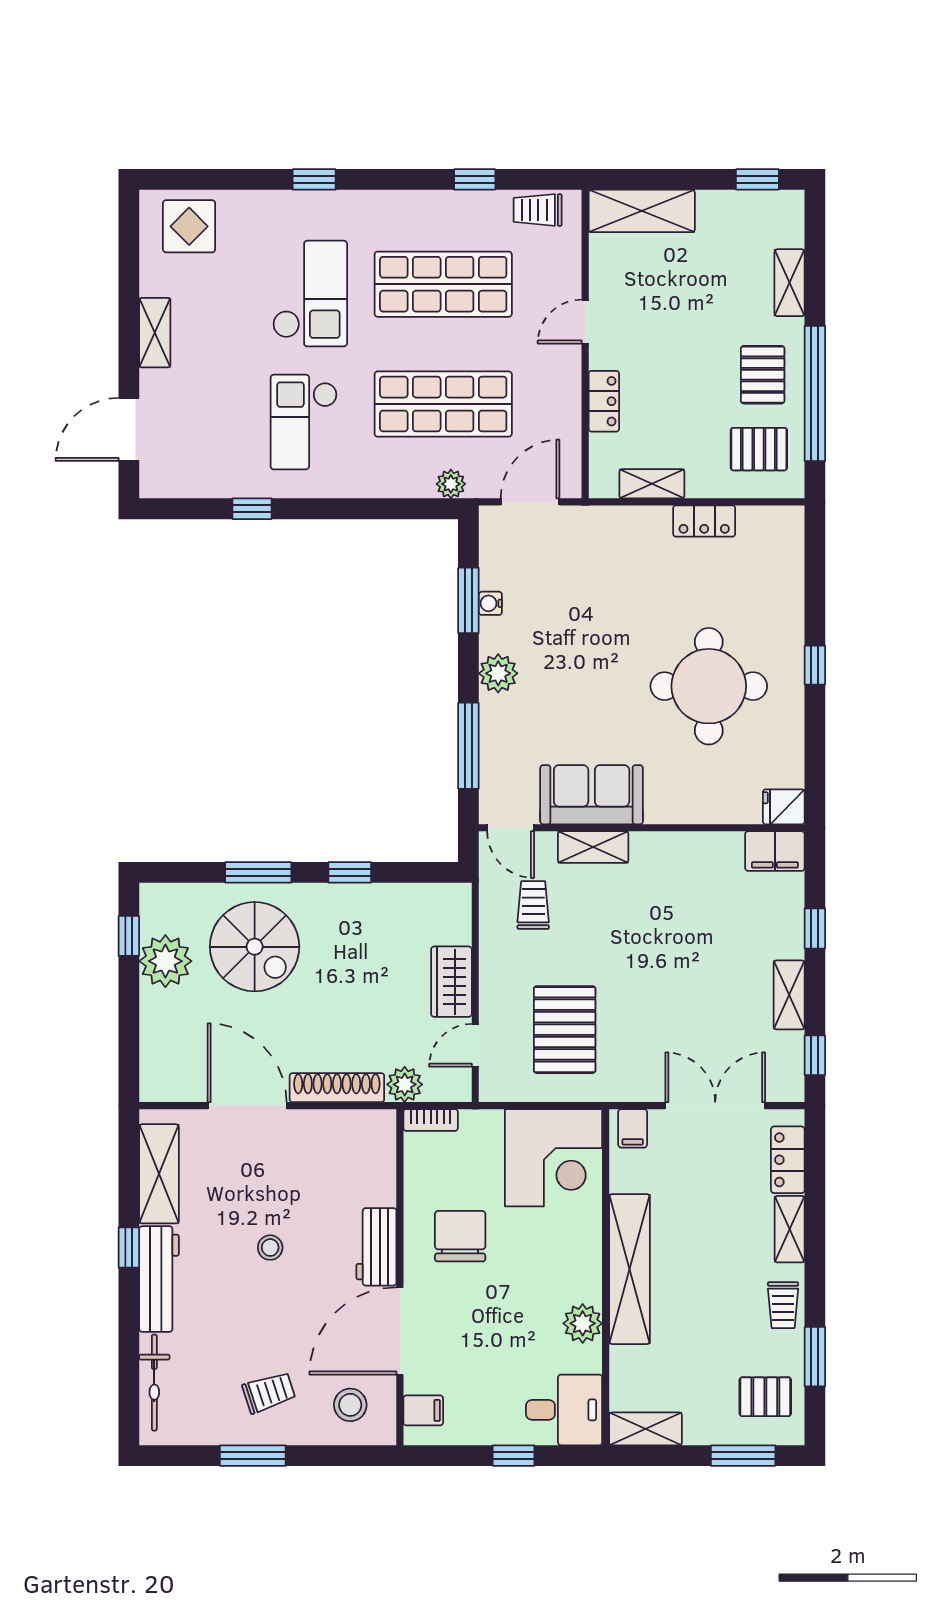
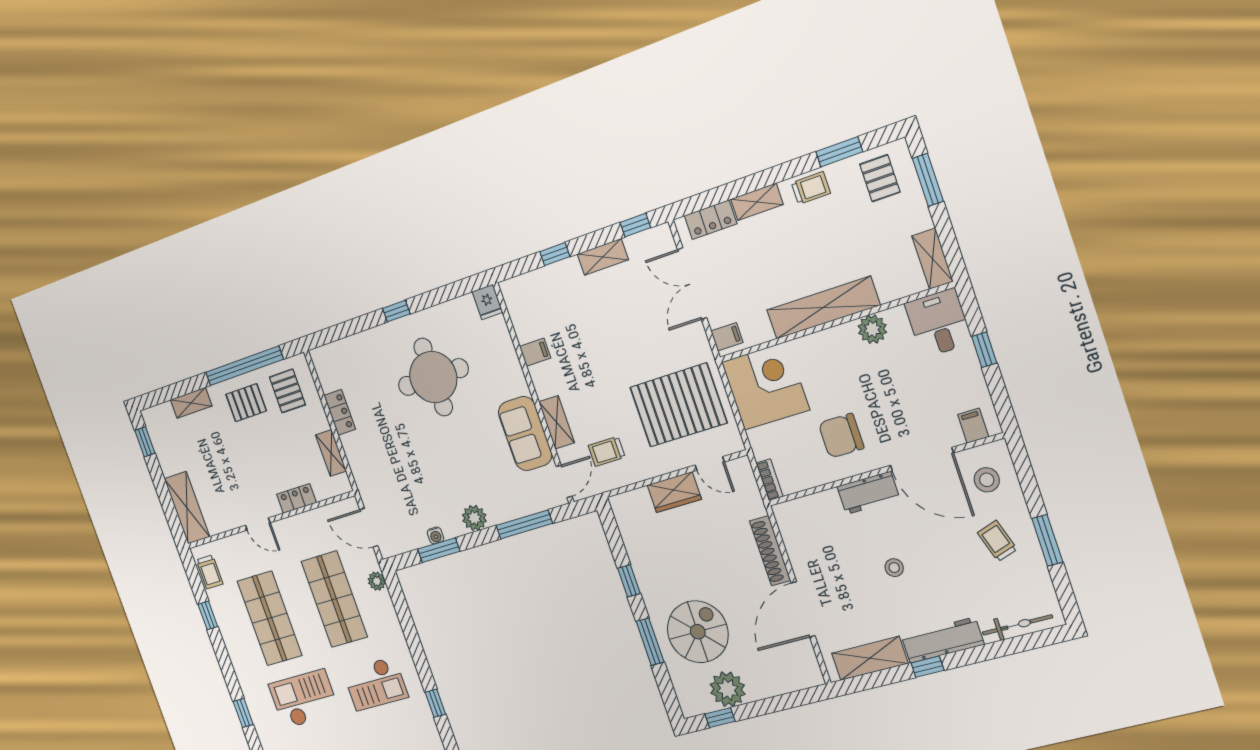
filing cabinet: (775, 851) -> (535, 352), moved, width x0.50
pallet: (565, 1030) -> (678, 405), width x1.37, depth x1.41
plant: (405, 1084) -> (752, 505), removed

